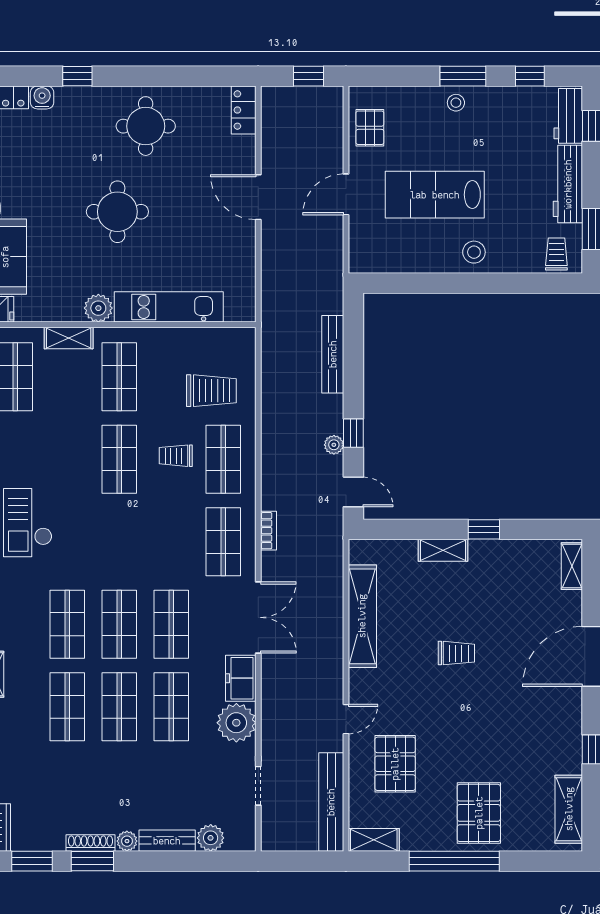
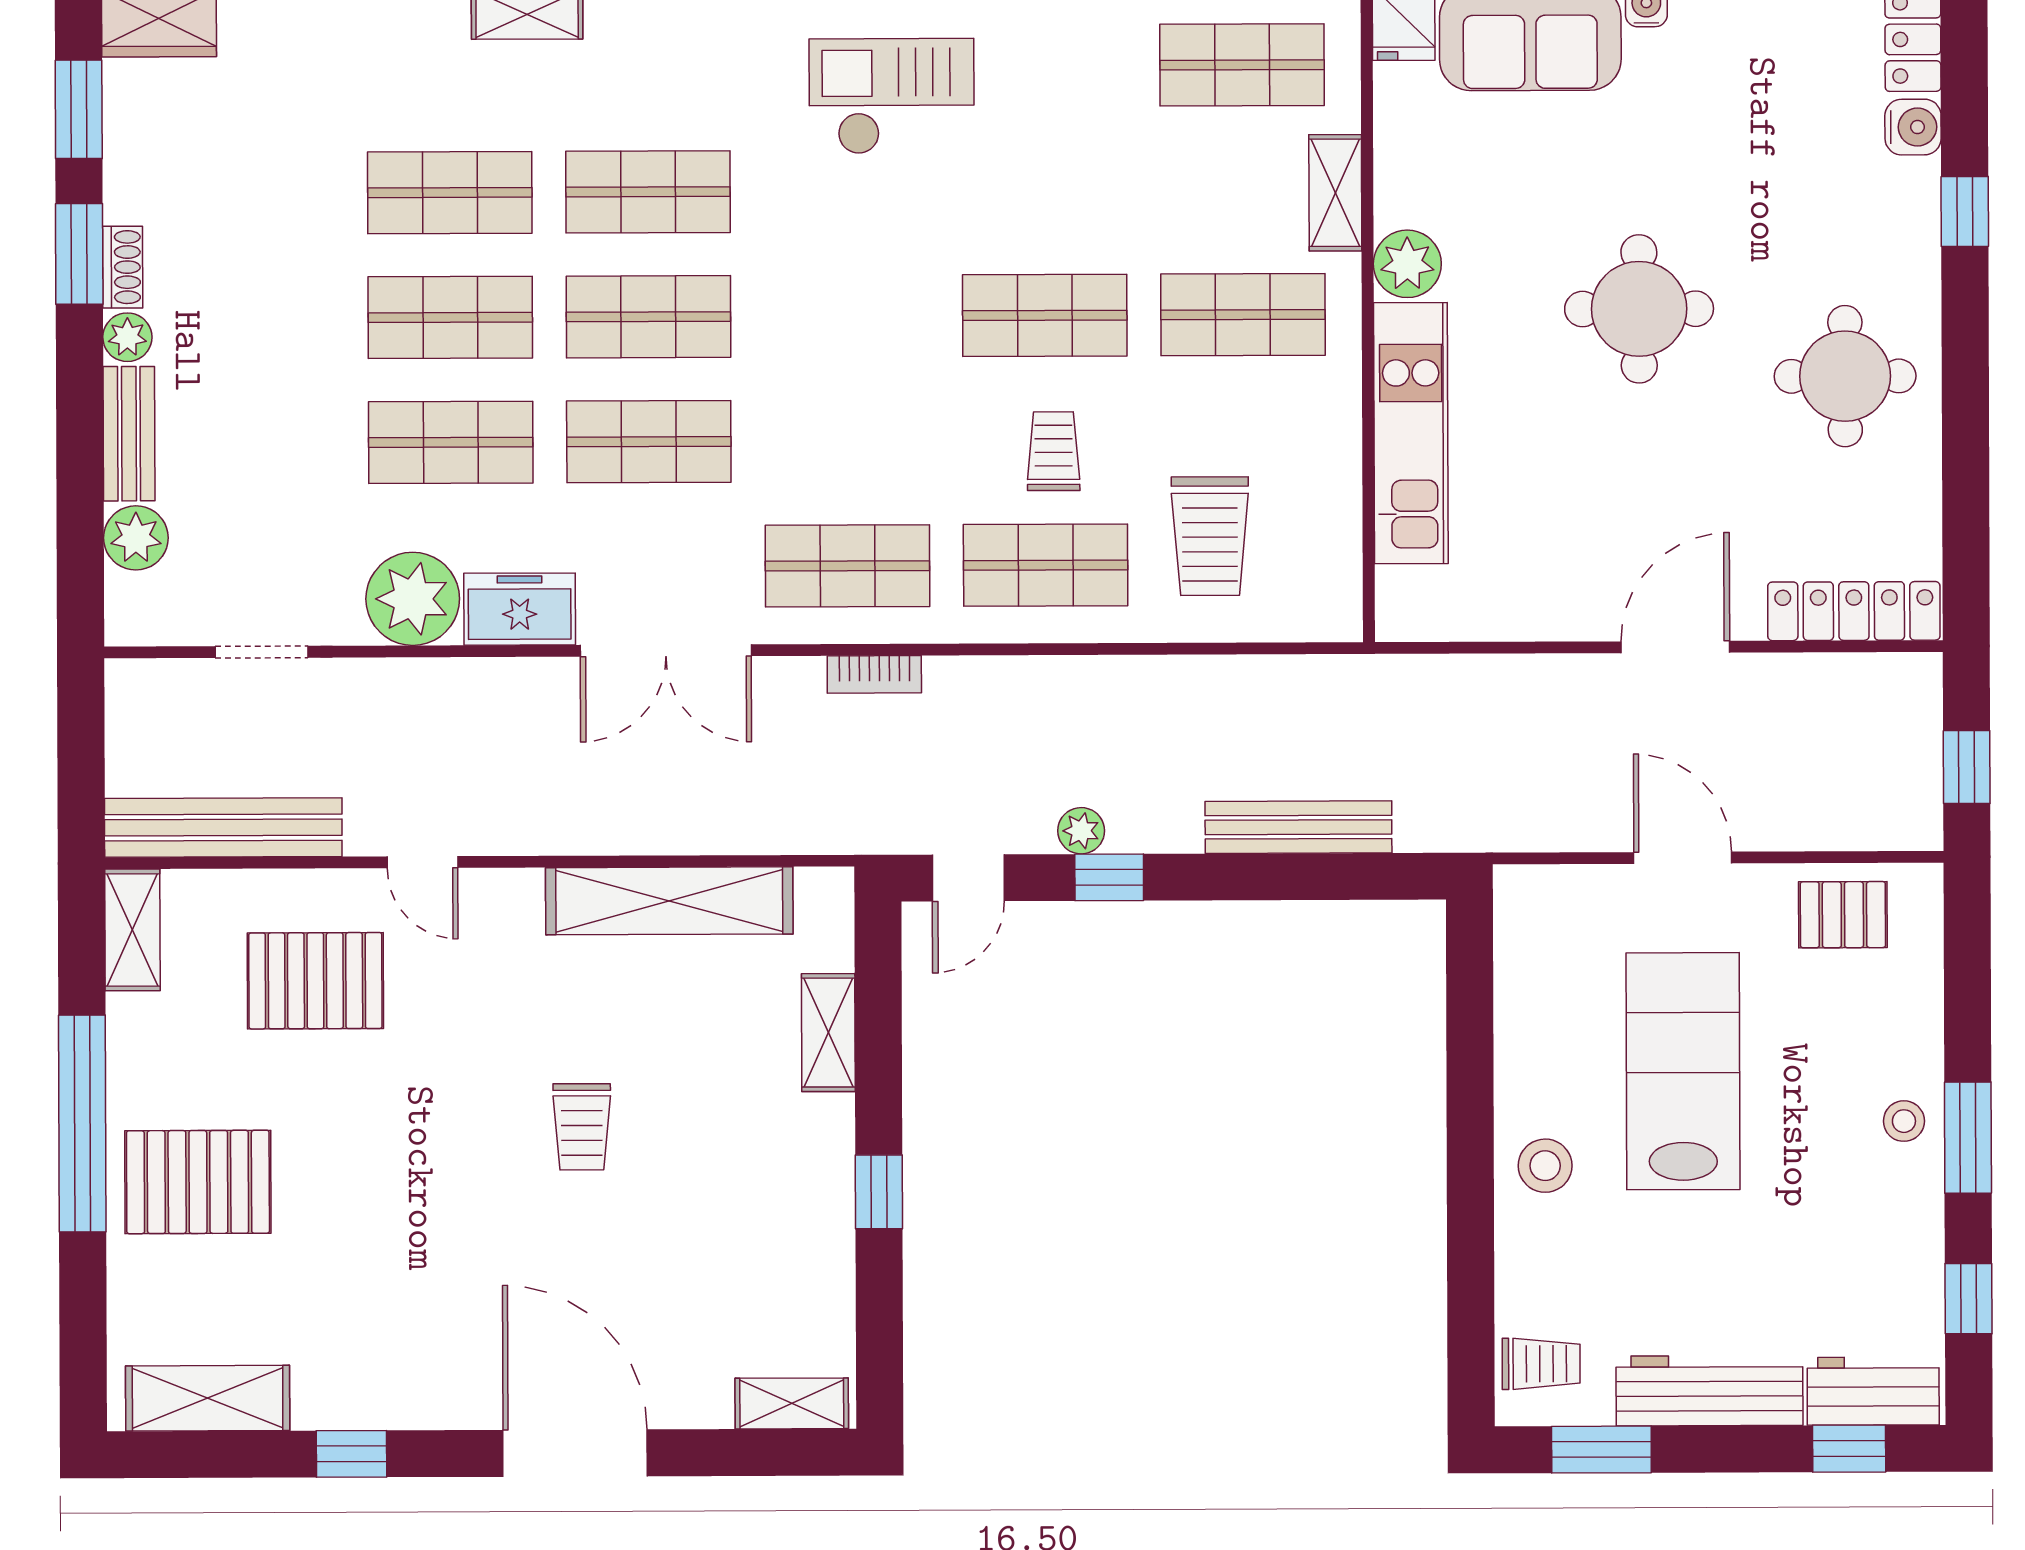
locker: (244, 110) -> (1854, 611), width x1.53
shelving: (443, 550) -> (828, 1033), moved
shoe rack: (90, 843) -> (123, 267), width x0.70

